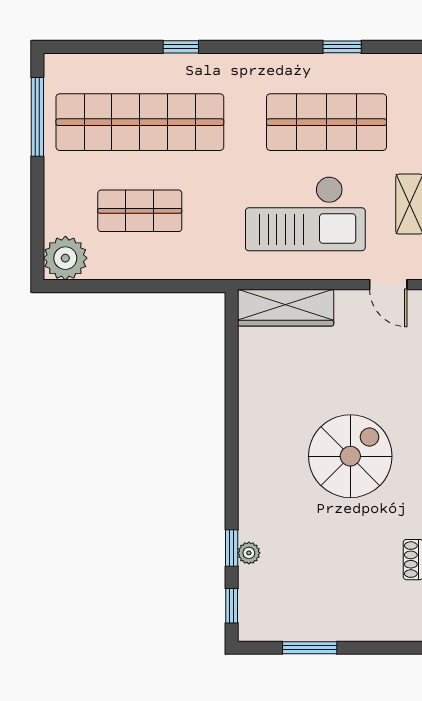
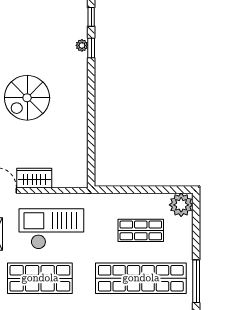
wardrobe: (286, 308) -> (34, 178), moved, width x0.67

